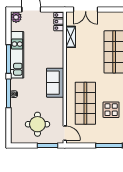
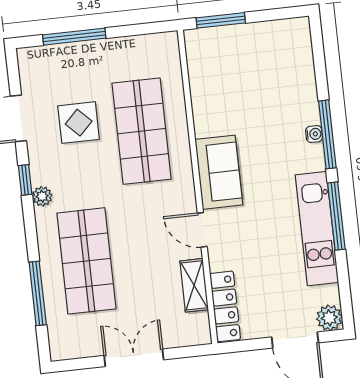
double door: (86, 10) -> (134, 358), moved
locker: (59, 22) -> (225, 306), width x1.53
round table: (37, 124) -> (250, 69), removed
door: (65, 133) -> (202, 230), moved

